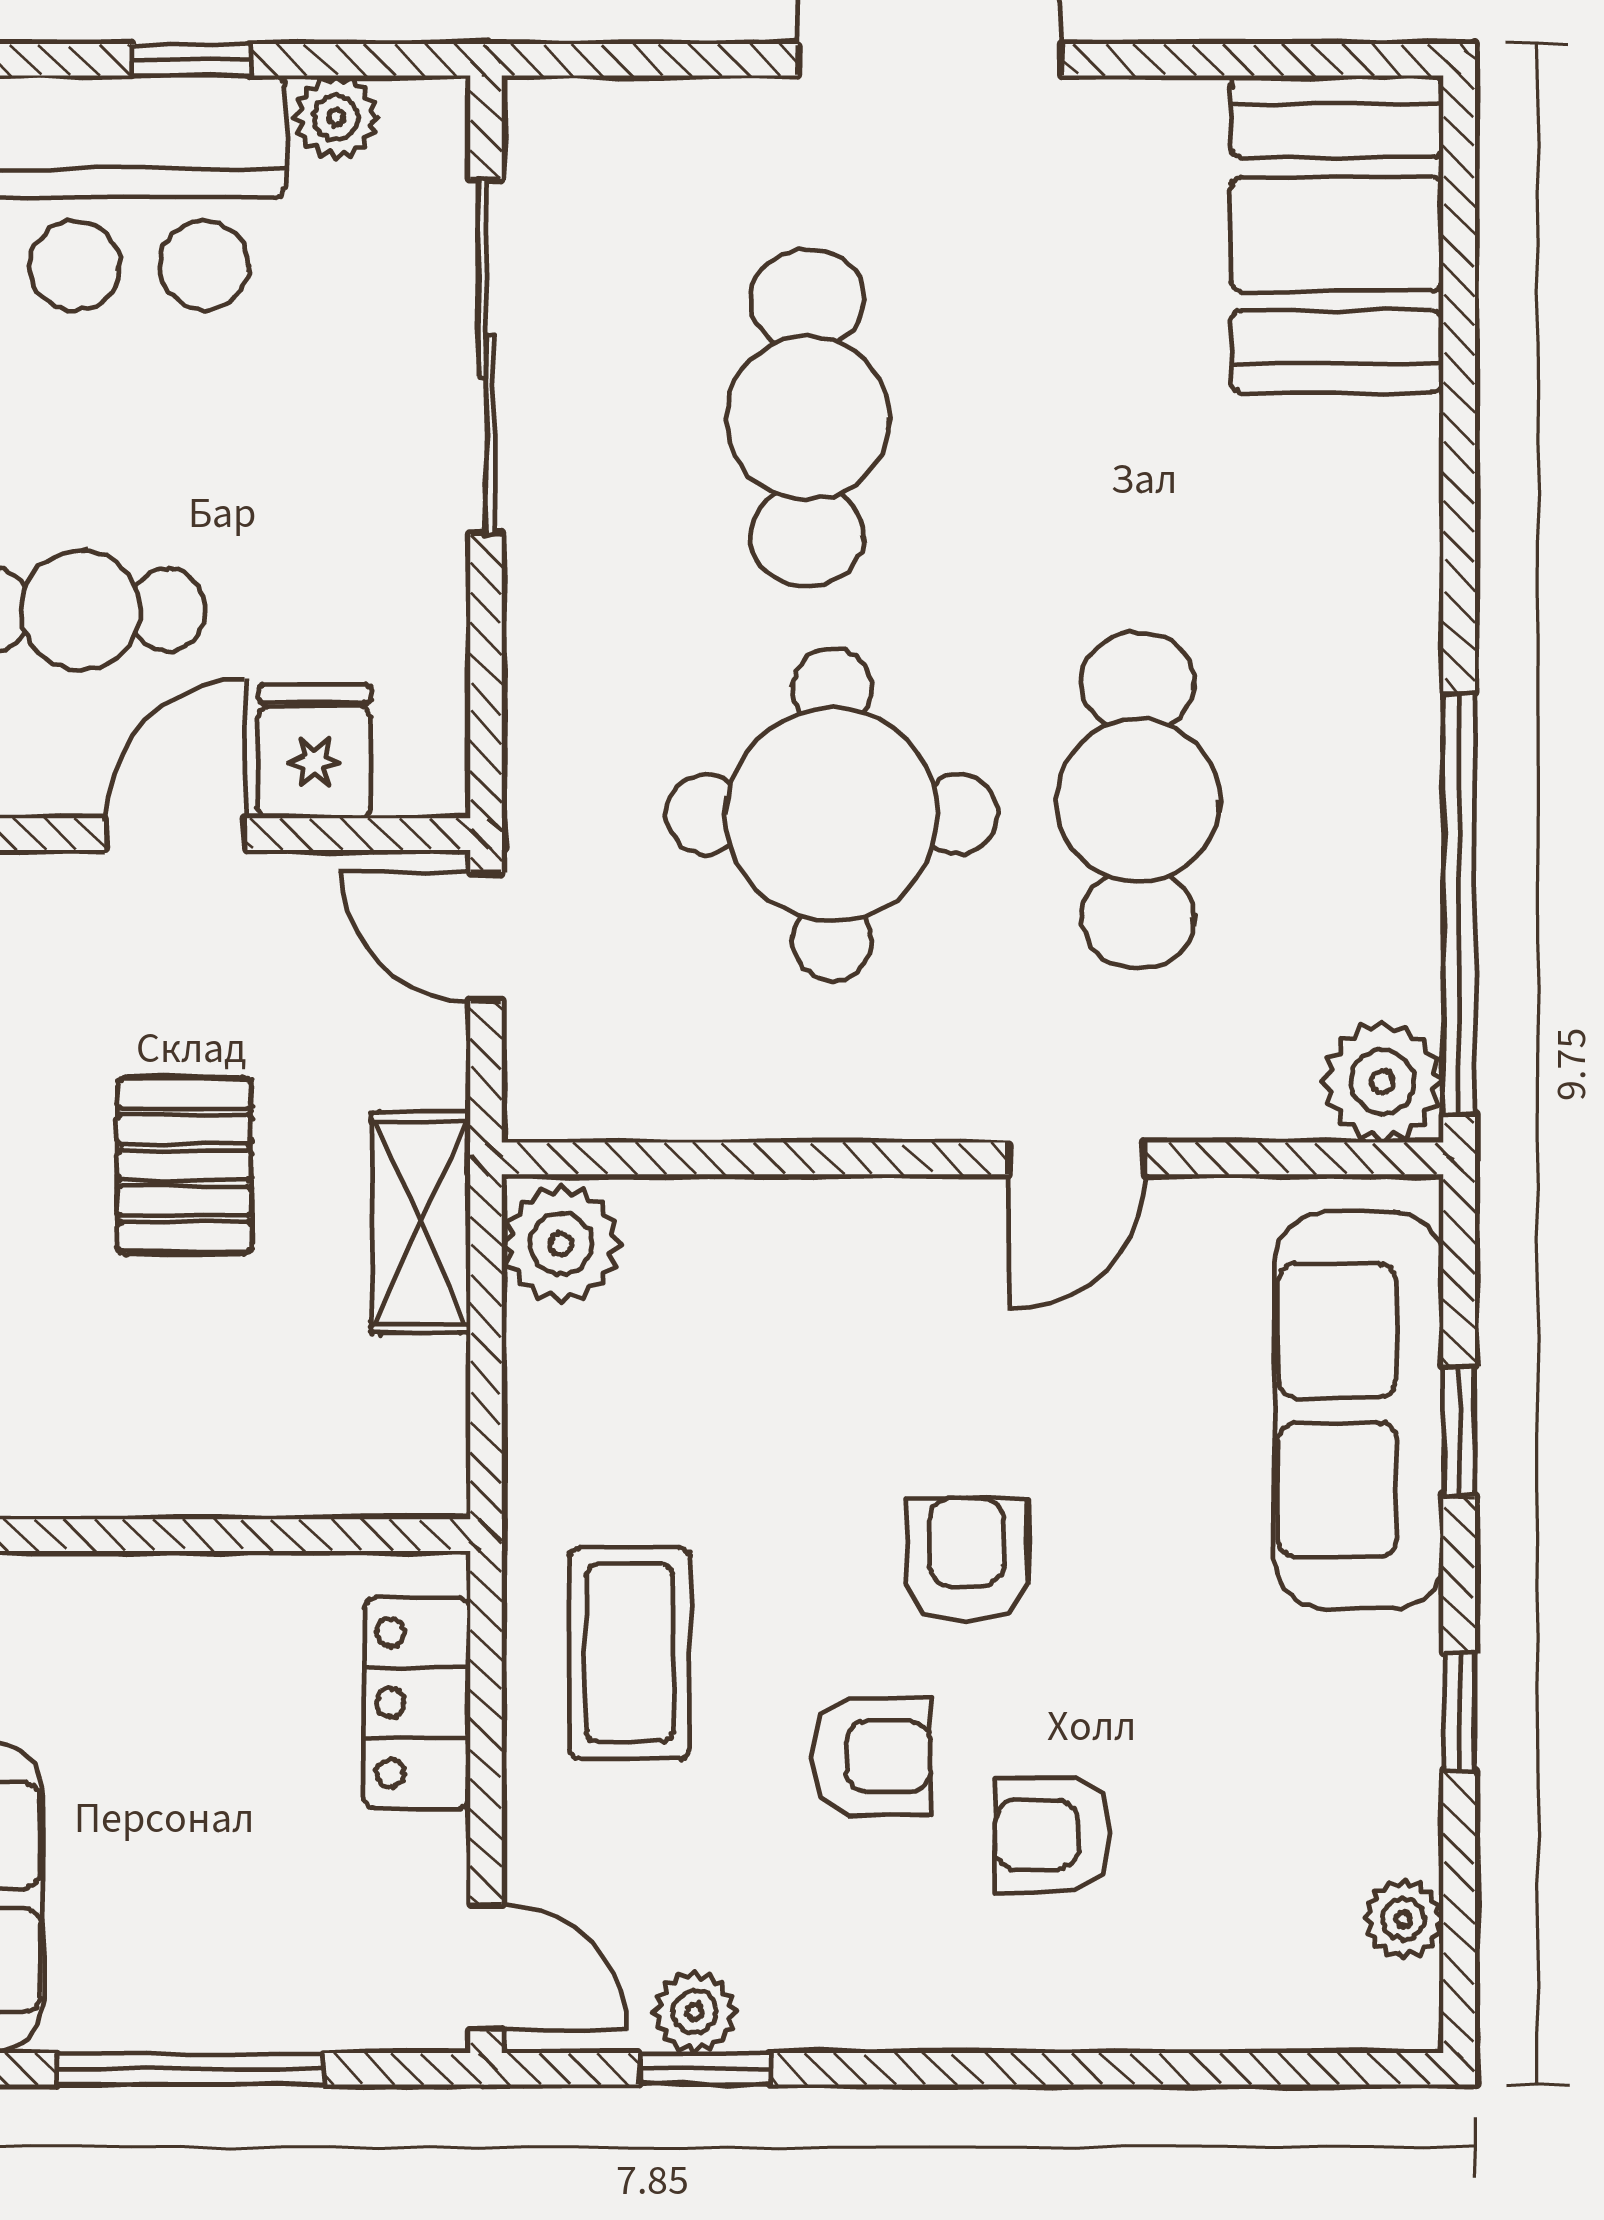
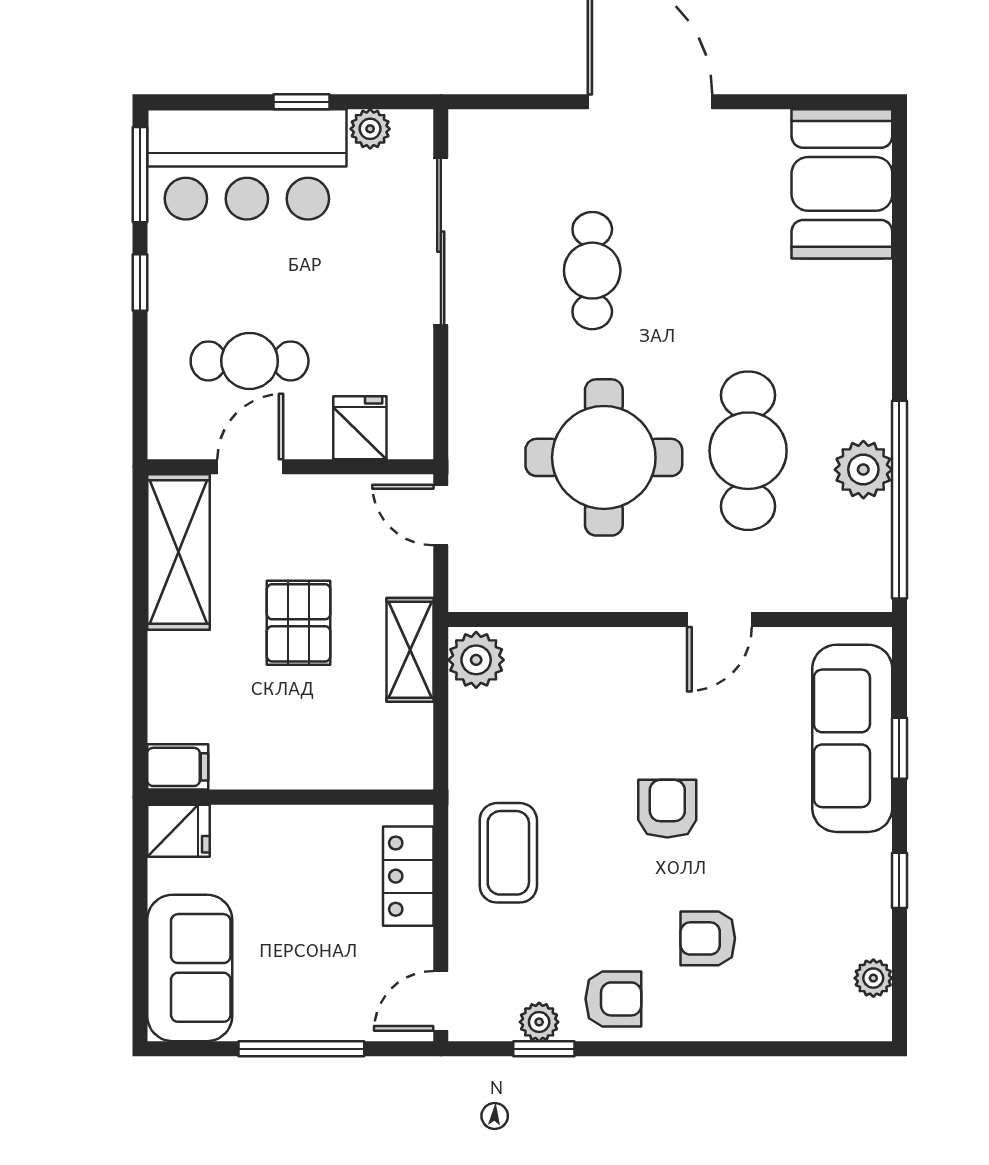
cafe table: (807, 418) -> (592, 271), width x0.73, depth x0.74
door: (175, 834) -> (250, 467), moved
plant: (1382, 1082) -> (863, 470), moved
armchair: (872, 1756) -> (613, 999), moved
door: (486, 1967) -> (441, 1001), swing flipped

